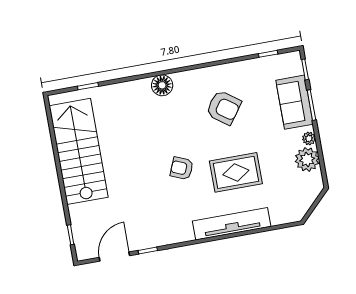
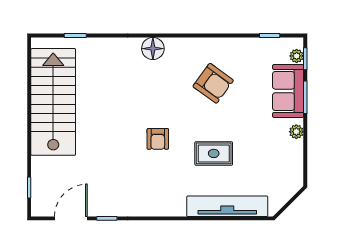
plant: (307, 159) -> (297, 56), moved, width x0.53, depth x0.53
armchair: (182, 168) -> (158, 139), turned -113
rug: (236, 172) -> (214, 153), width x0.73, depth x0.70
tv unit: (232, 224) -> (227, 206), moved

